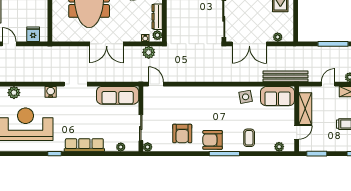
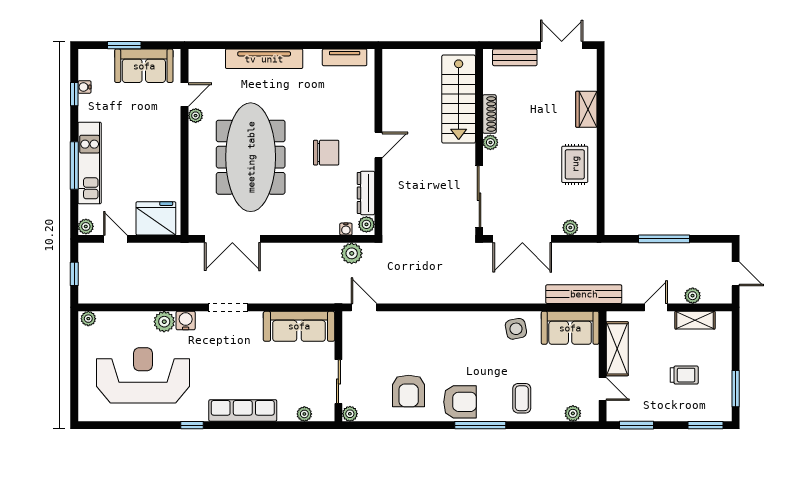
fridge: (33, 34) -> (156, 218), width x1.88, depth x1.34
double door: (107, 44) -> (232, 239), moved
plant: (14, 93) -> (164, 322), moved
door: (297, 132) -> (603, 389), hinge flipped
armchair: (213, 140) -> (460, 402), turned 180

